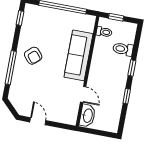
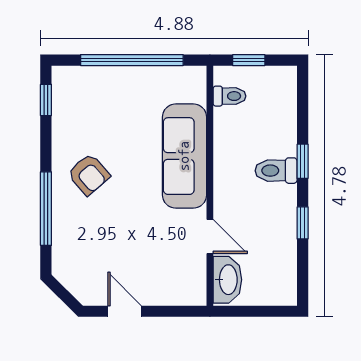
toilet: (123, 49) -> (276, 171), moved

